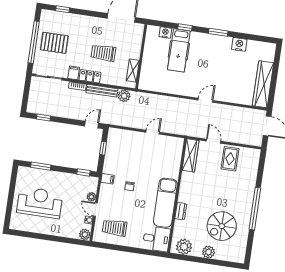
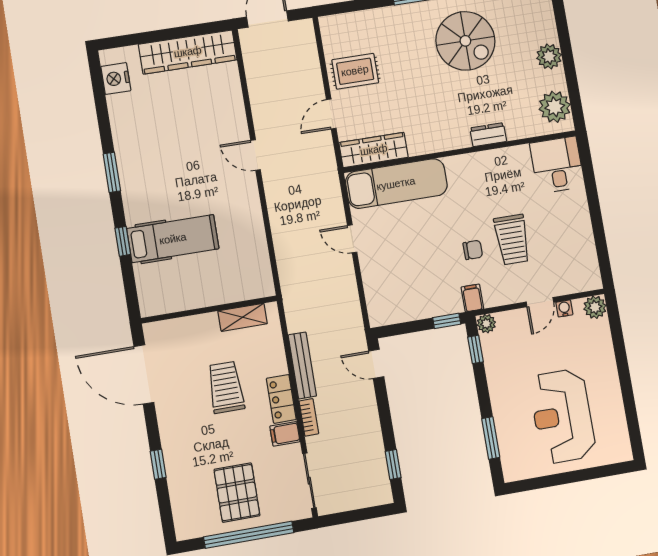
window: (63, 9) -> (158, 464), moved
nightstand: (165, 32) -> (145, 277), removed
nightstand: (239, 44) -> (116, 79), moved
trolley: (103, 53) -> (226, 387), turned 180
plant: (124, 96) -> (298, 318), removed
window: (103, 148) -> (447, 321), moved
plant: (91, 197) -> (486, 324), moved
exam couch: (165, 203) -> (396, 184), moved
spiral stairs: (222, 226) -> (465, 41), moved
trolley: (115, 228) -> (512, 240), moved

